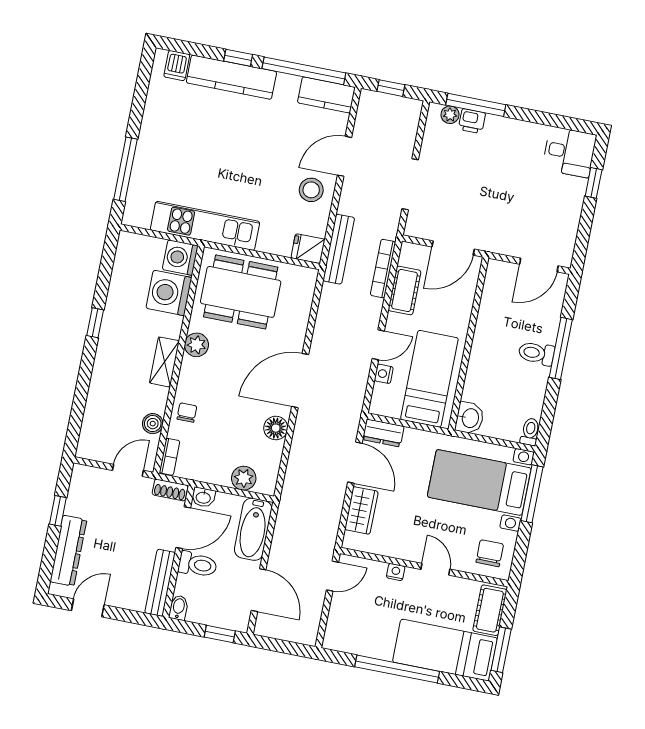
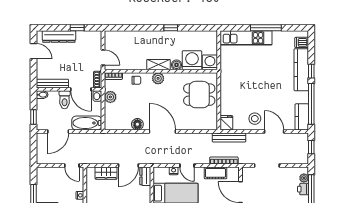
window: (126, 169) -> (266, 28), moved
kitchen unit: (205, 226) -> (246, 38), moved, turned 90
dining table: (241, 292) -> (199, 95), width x0.73
plant: (196, 345) -> (158, 78), moved
boiler: (153, 424) -> (177, 65), moved
plant: (244, 478) -> (110, 97), moved

